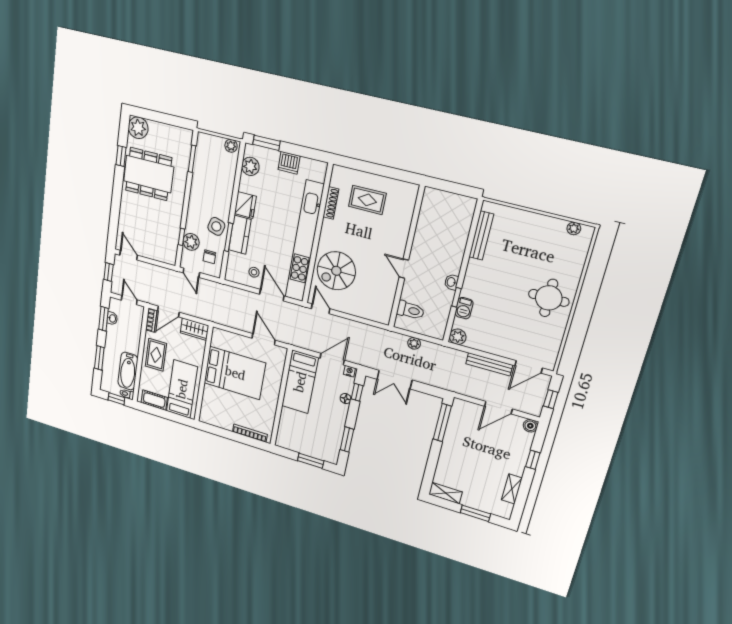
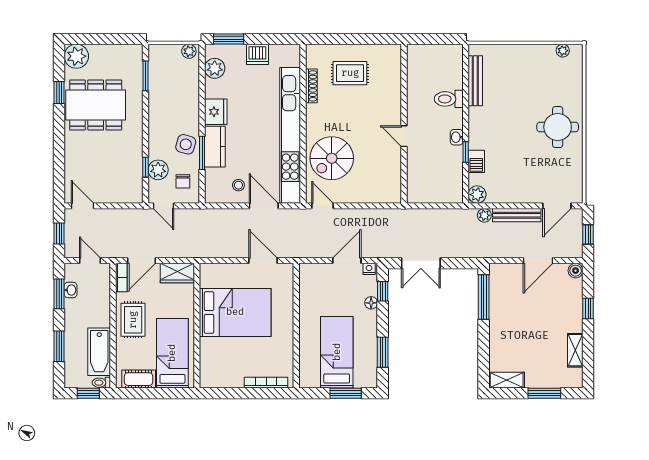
toilet: (410, 310) -> (449, 99), moved, turned 180
plant: (414, 343) -> (484, 215), moved
bed: (300, 382) -> (337, 352), moved, turned 180

